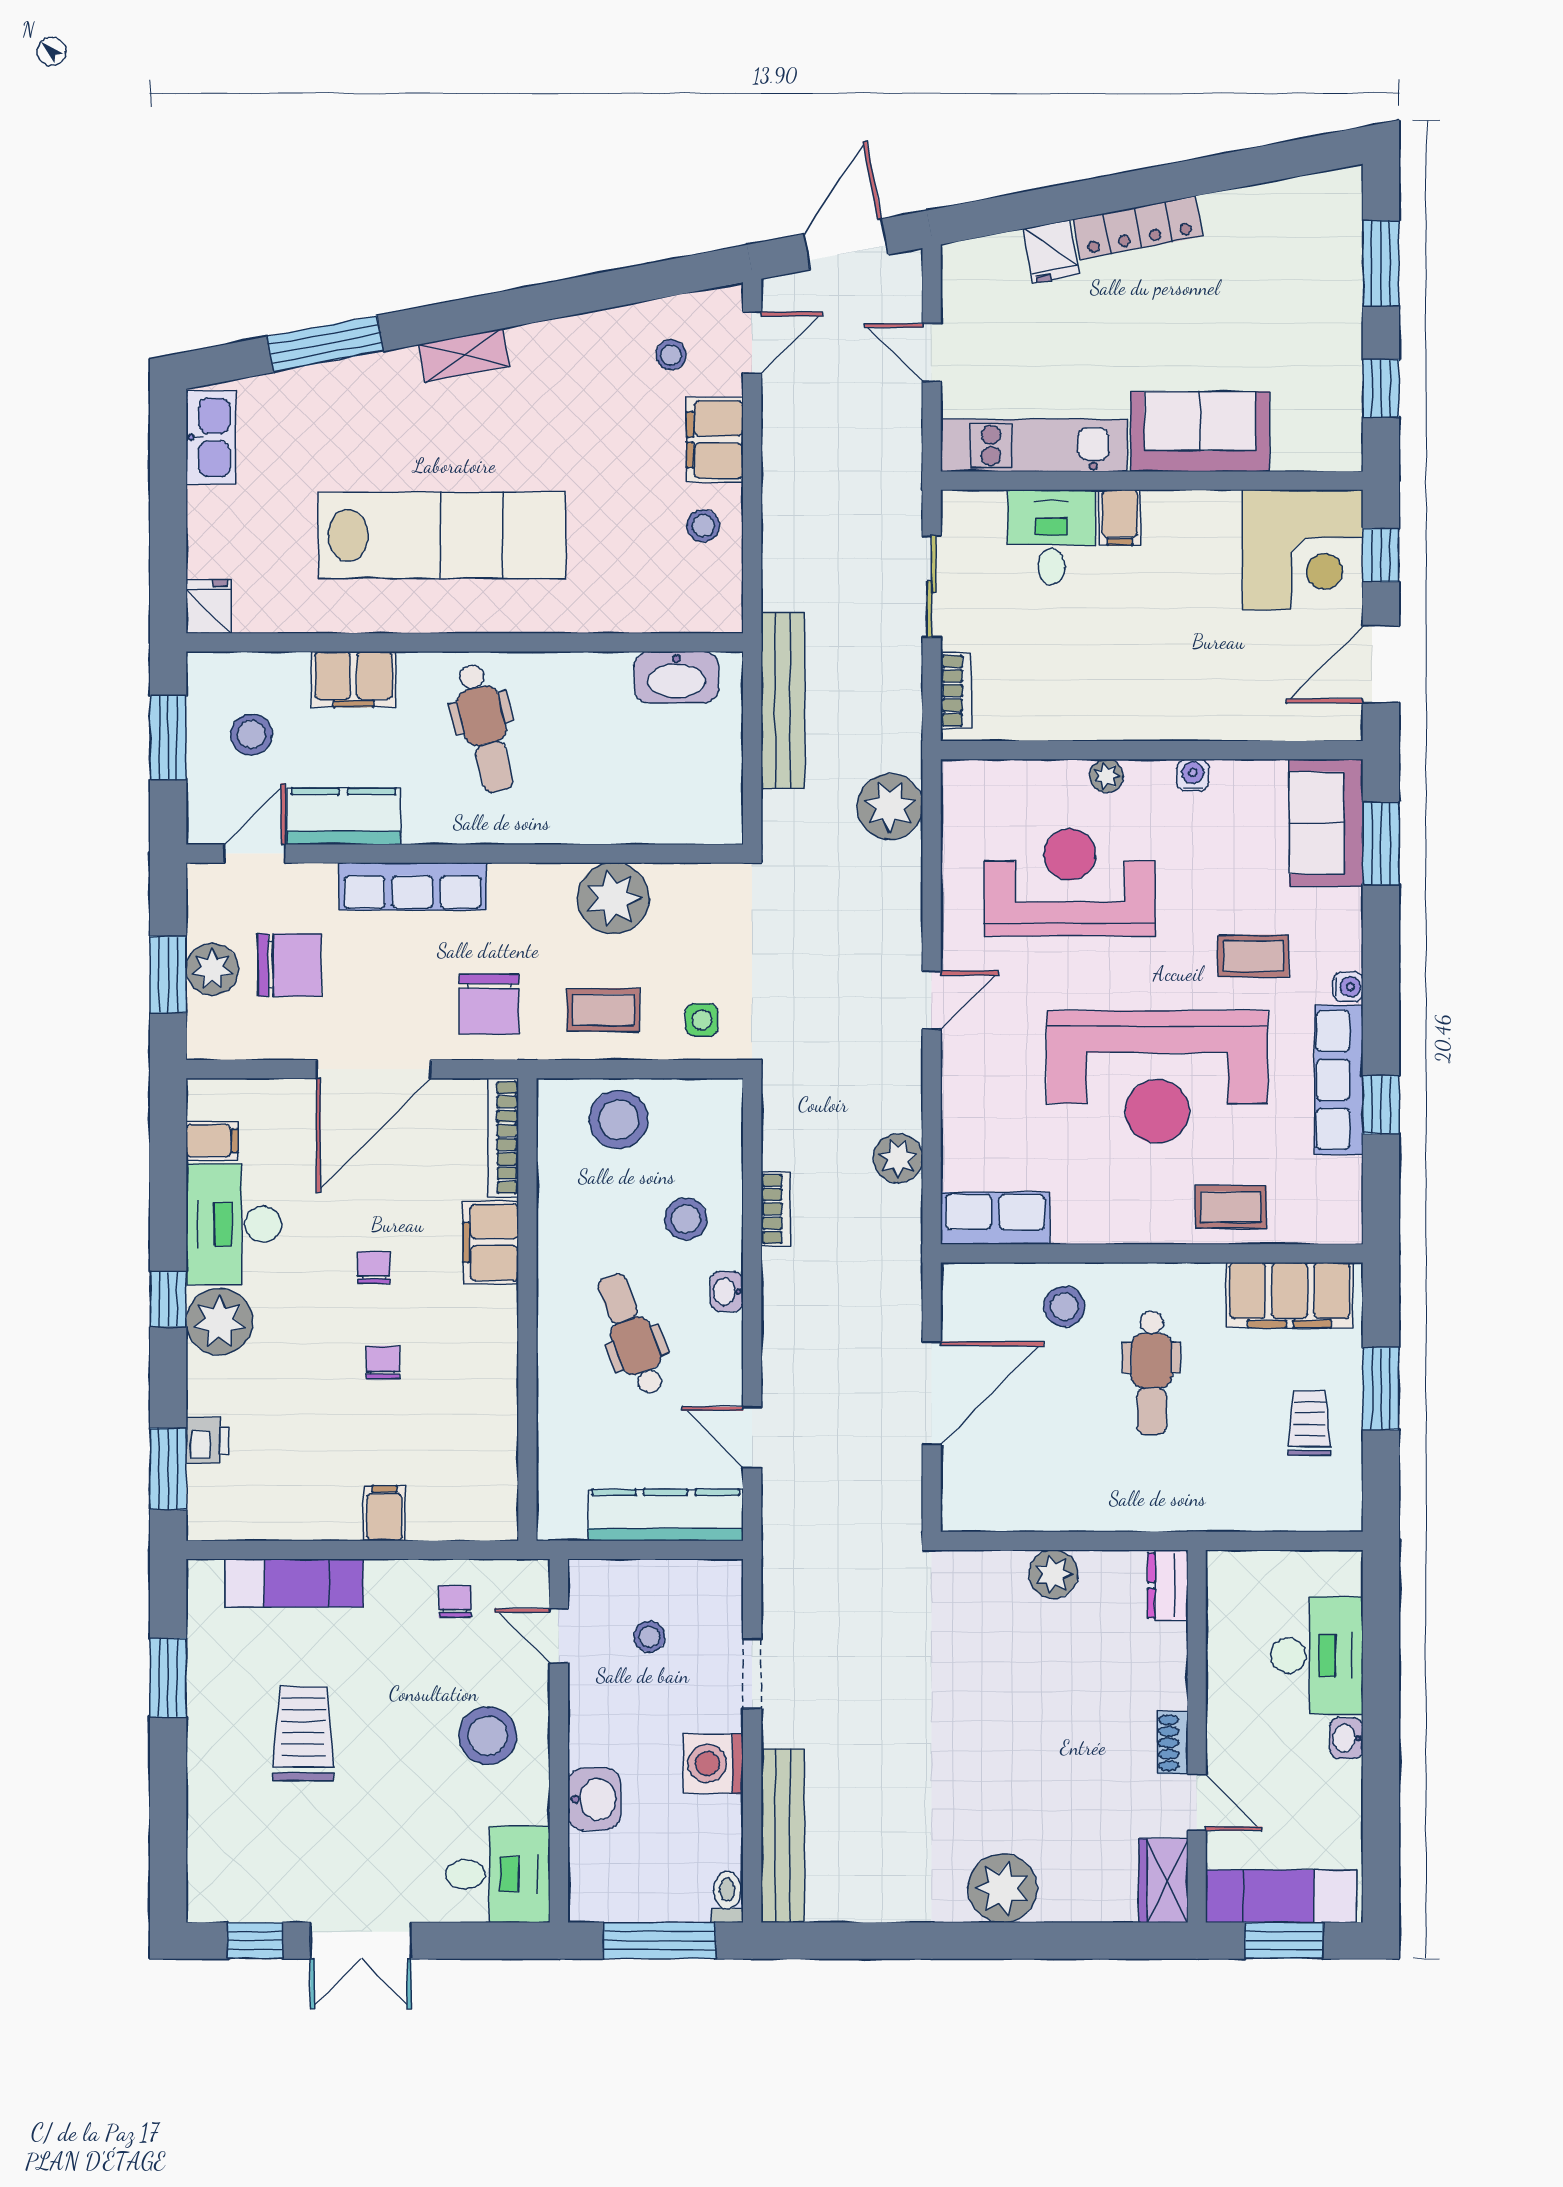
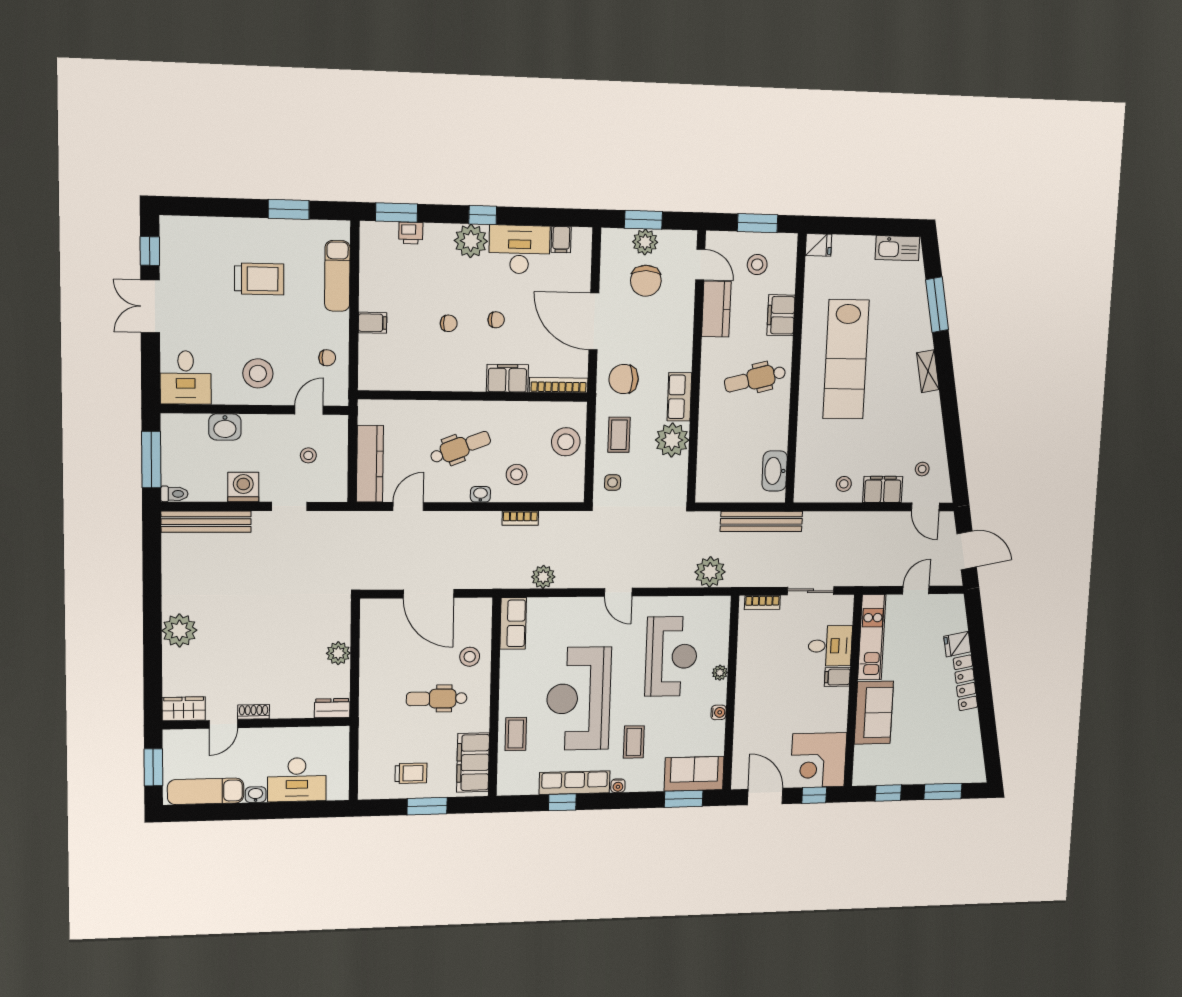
row of seats: (413, 886) -> (679, 397), moved, width x0.68
exam couch: (1281, 1896) -> (206, 791), moved, turned -90

